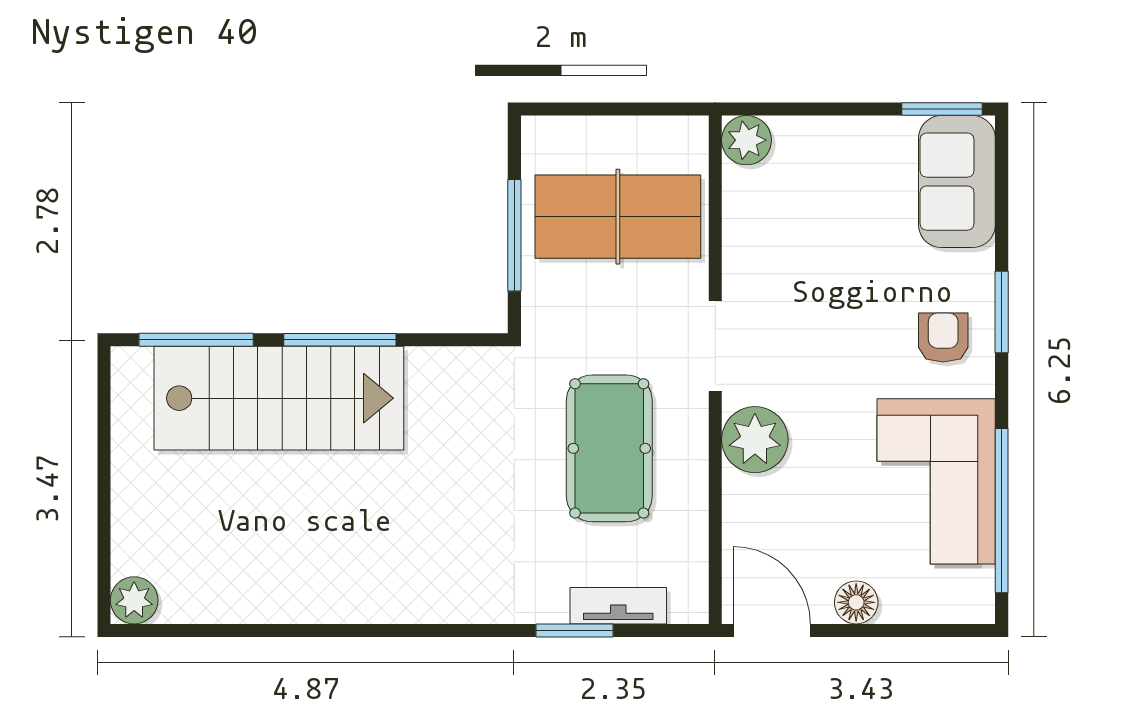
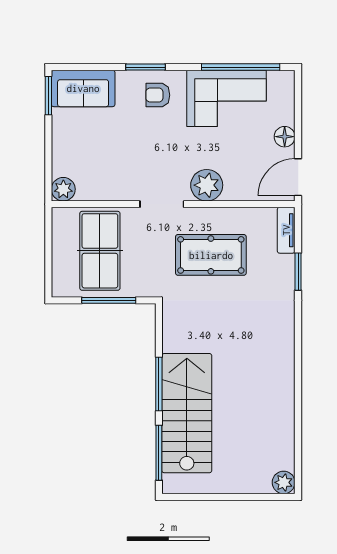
tv unit: (618, 606) -> (286, 230), moved

